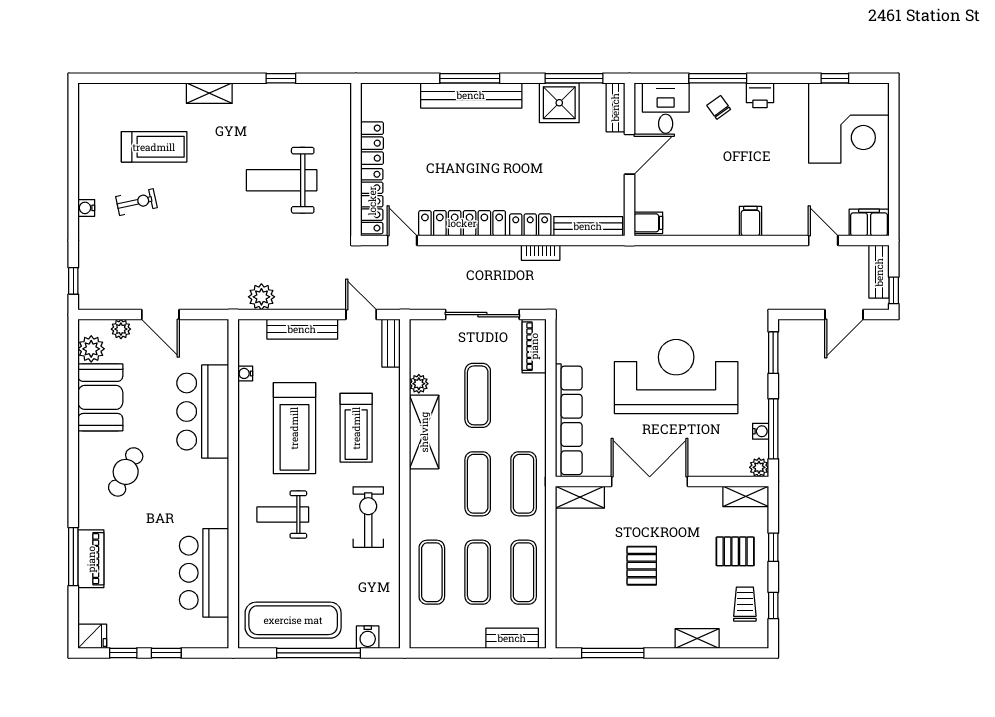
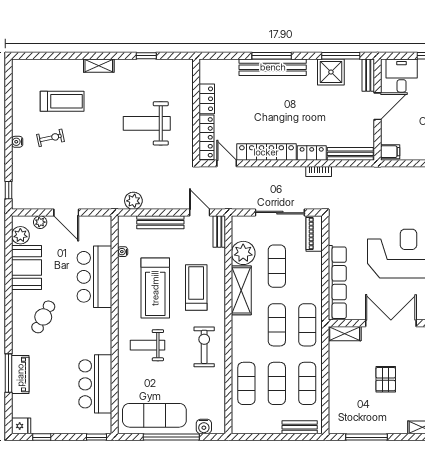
plant: (419, 384) -> (243, 253), width x1.88, depth x1.88
treadmill: (356, 428) -> (196, 288), turned 180
window: (166, 653) -> (96, 437), moved

